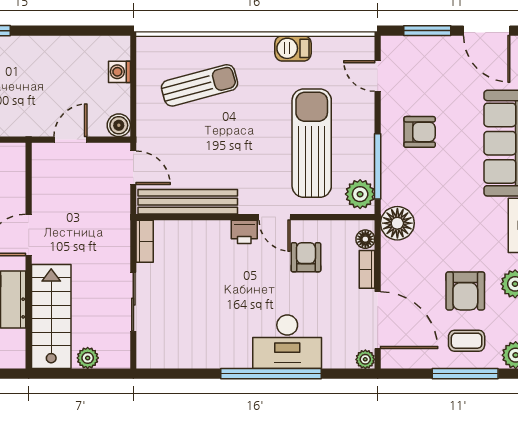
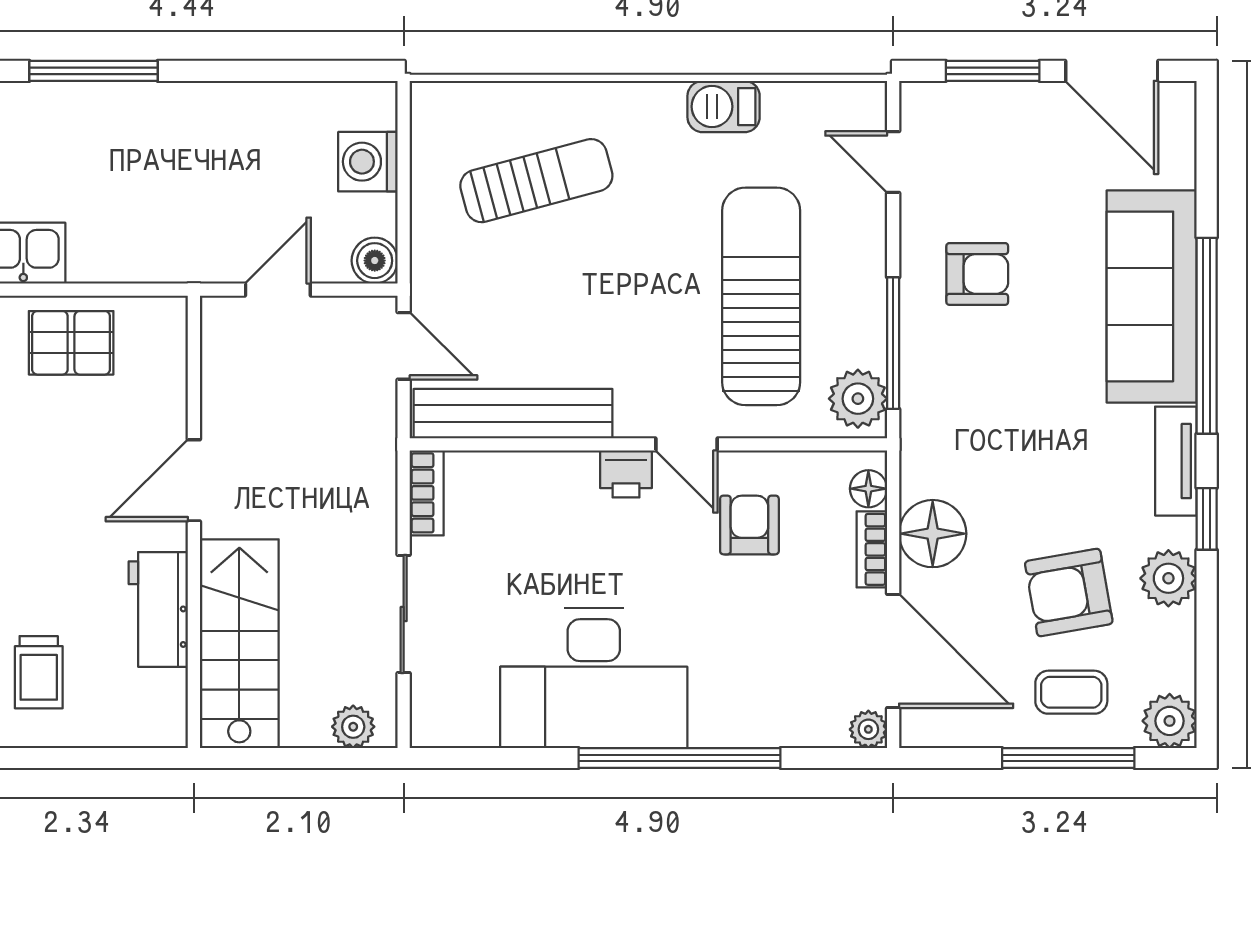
washing machine: (119, 72) -> (368, 162), width x1.38, depth x1.38
floor lamp: (397, 223) -> (933, 534), moved
armchair: (465, 291) -> (1069, 593), turned 80
desk: (287, 342) -> (594, 678), moved, width x1.36, depth x1.30
plant: (88, 358) -> (353, 727), moved

